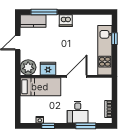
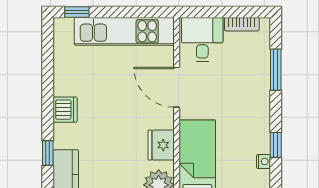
window: (44, 12) -> (48, 153), width x0.46
window: (115, 39) -> (77, 12), moved
desk: (78, 112) -> (202, 39), moved, turned -90

